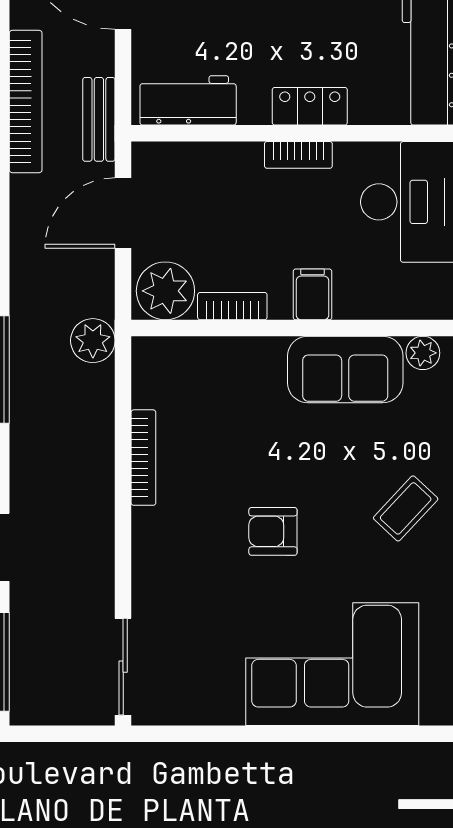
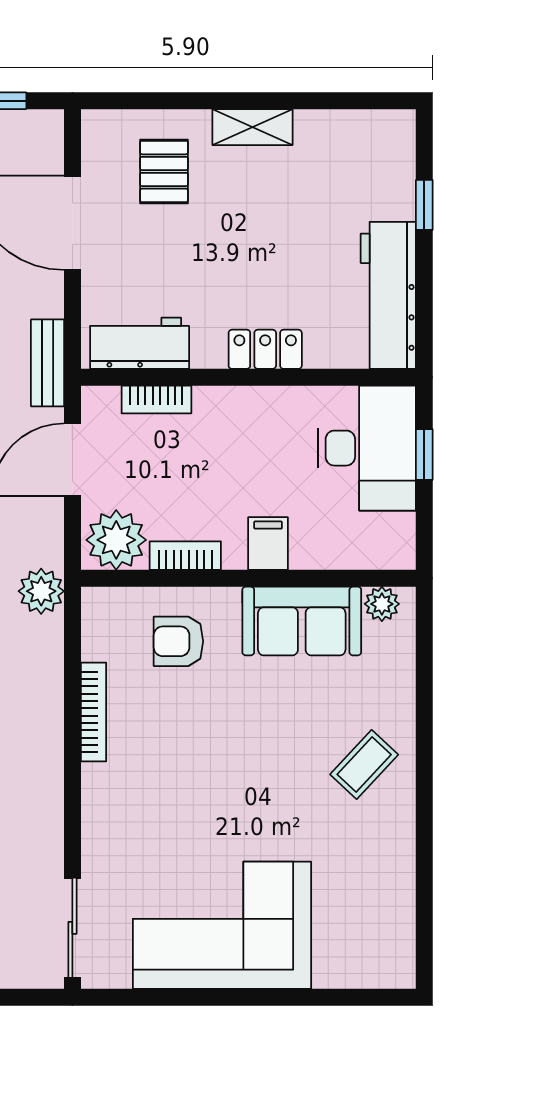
bookcase: (298, 155) -> (156, 400), moved
armchair: (273, 531) -> (178, 641), moved
corner sofa: (332, 664) -> (222, 925), moved

